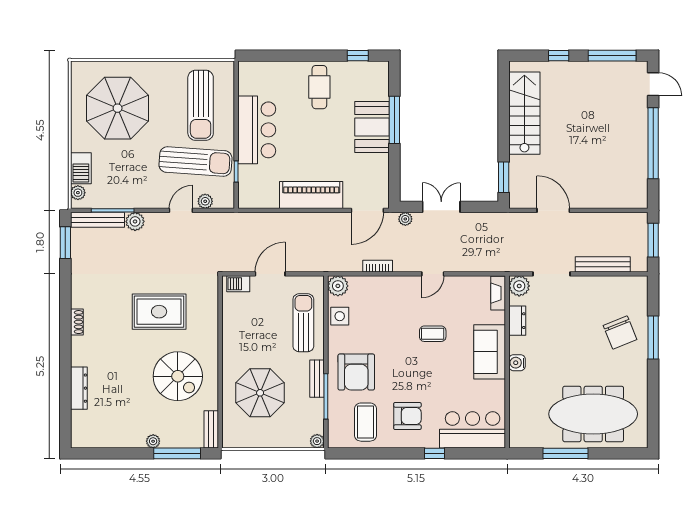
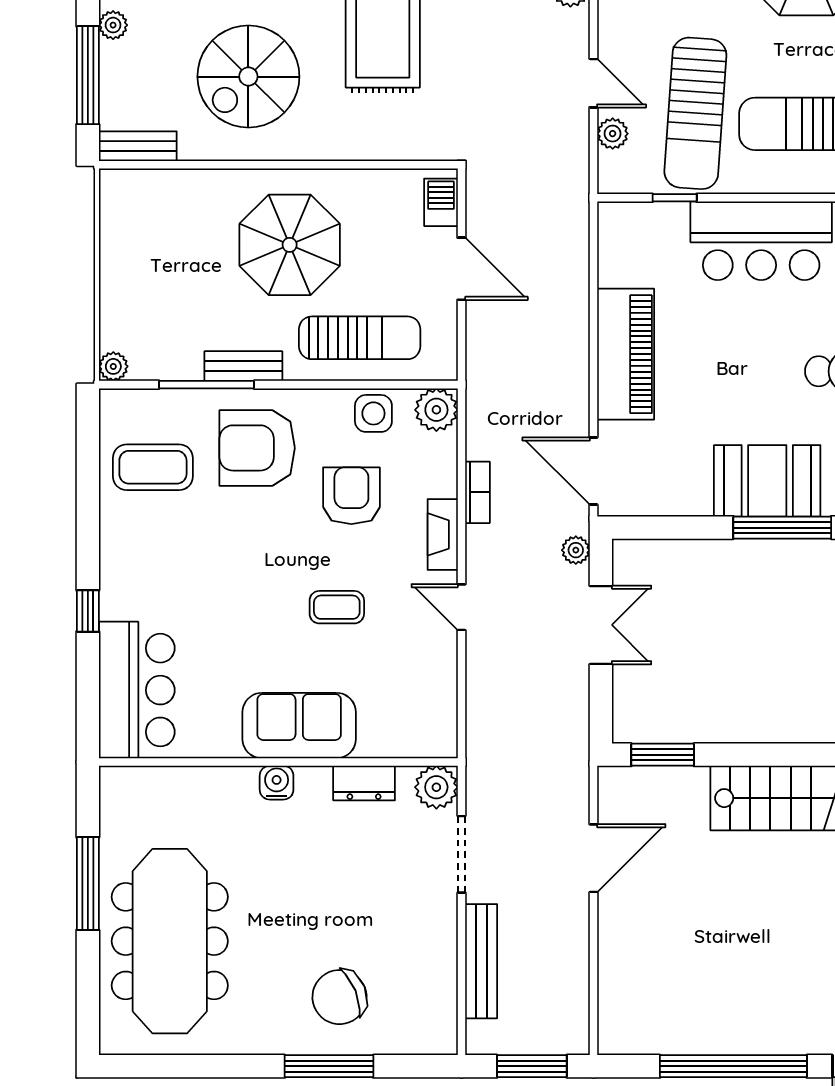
fireplace: (498, 293) -> (443, 534), moved, turned -90
coffee table: (433, 334) -> (337, 607), turned 90
parasol: (260, 393) -> (290, 245), moved
armchair: (407, 416) -> (351, 496), moved, turned 180

